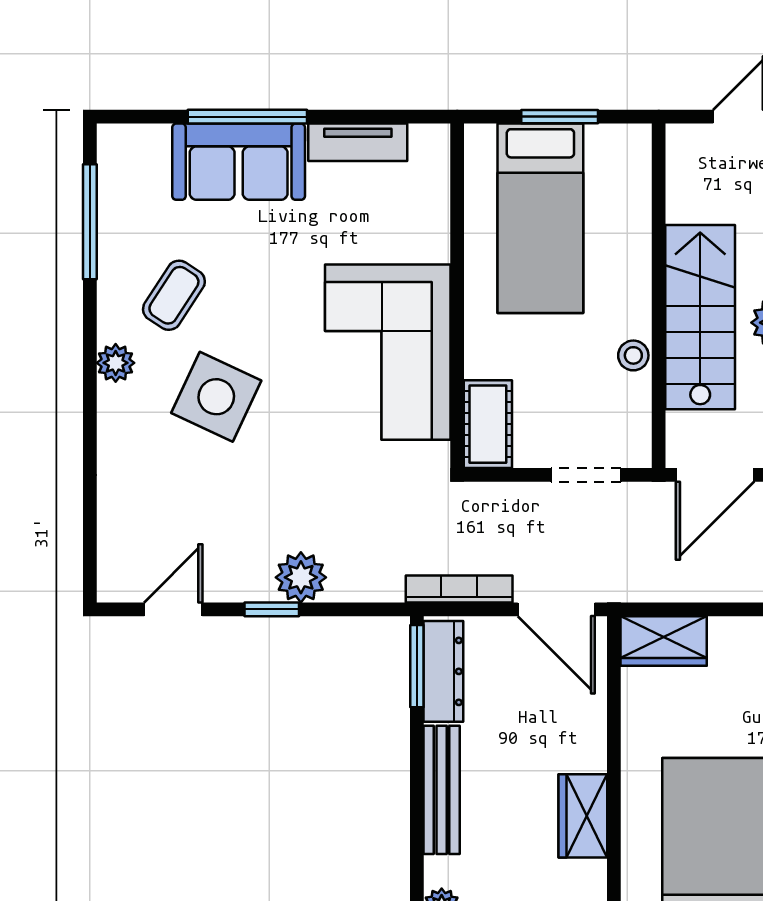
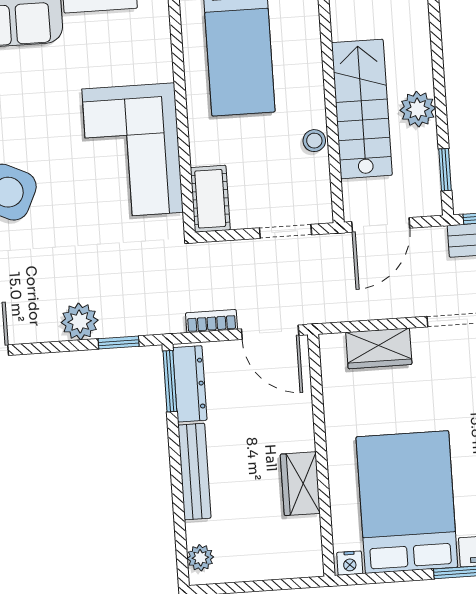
bookcase: (459, 589) -> (211, 321), width x0.64
window: (272, 609) -> (119, 343), moved
wardrobe: (664, 641) -> (379, 348), moved

